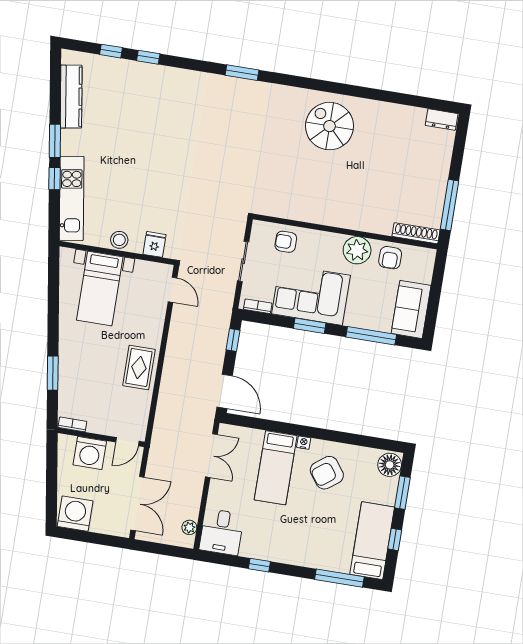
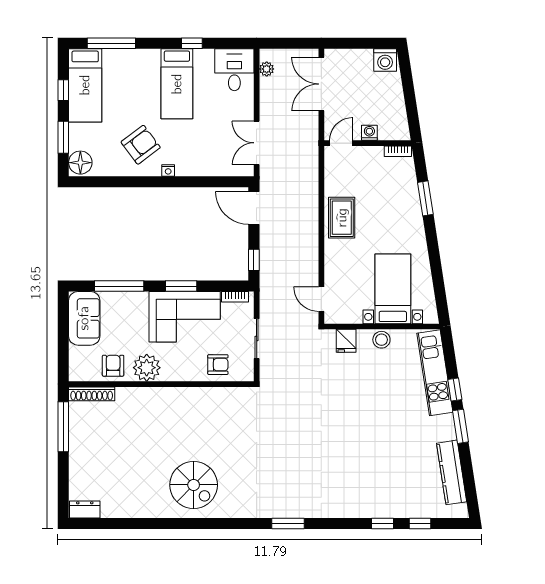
washing machine: (90, 453) -> (369, 133), width x0.53, depth x0.53
bed: (276, 468) -> (177, 84), moved, turned 180
washing machine: (75, 514) -> (385, 60), width x0.73, depth x0.73

